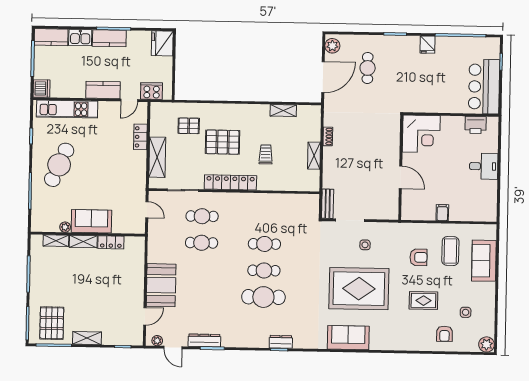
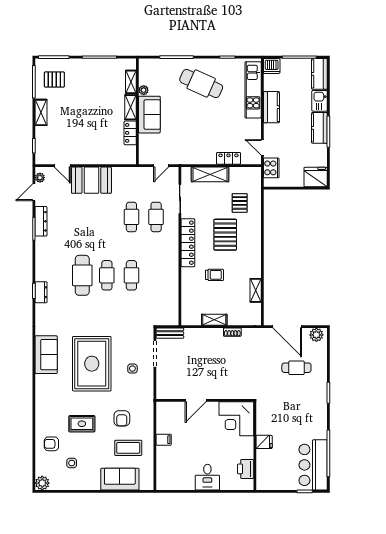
fridge: (428, 45) -> (264, 442), moved, turned 180
bar counter: (484, 87) -> (313, 465), moved, turned -90
kitchen counter: (103, 90) -> (271, 107), moved
rug: (423, 301) -> (82, 424), turned 90
pallet: (52, 323) -> (54, 80), width x0.67, depth x0.71

